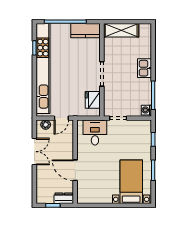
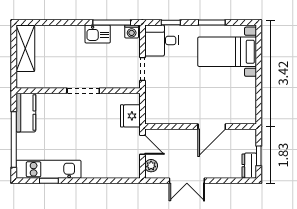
shelving: (121, 30) -> (25, 48), moved
kitchen unit: (43, 68) -> (48, 169), width x0.54
kitchen sink: (144, 68) -> (98, 34), moved
fridge: (93, 100) -> (130, 116), moved, turned 90
desk: (95, 133) -> (162, 40), moved
double door: (34, 152) -> (187, 181), swing flipped
dresser: (64, 198) -> (249, 166), moved

